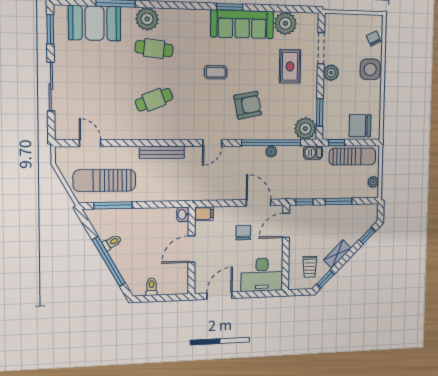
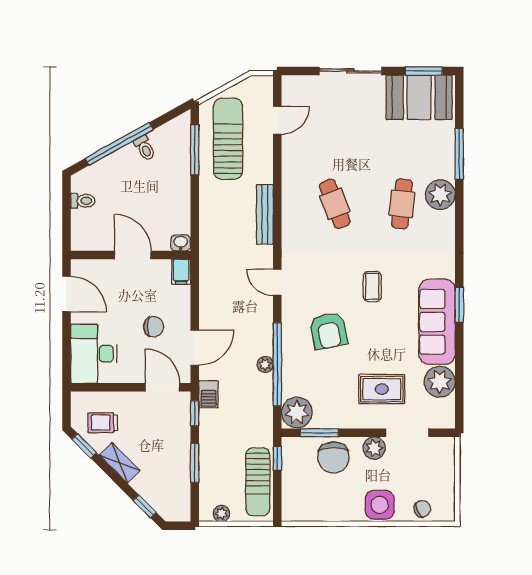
booth: (95, 23) -> (419, 97), moved, turned 90
chair: (360, 126) -> (333, 457), moved, turned 180
barbecue: (313, 153) -> (208, 394), moved, turned 180

